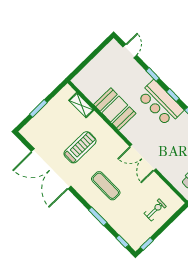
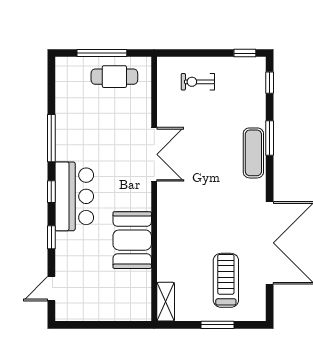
shelving: (81, 105) -> (166, 302), moved
treadmill: (80, 147) -> (226, 280), moved, turned 90
exercise mat: (106, 186) -> (253, 153), moved

